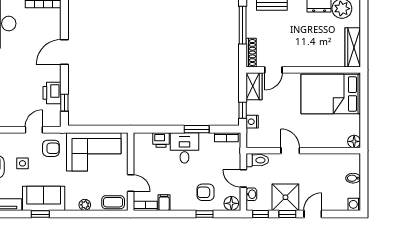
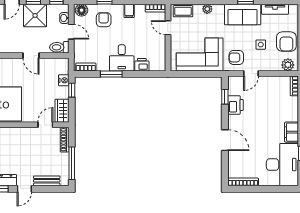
door: (64, 52) -> (225, 140), hinge flipped
armchair: (206, 192) -> (104, 20), turned -90
filing cabinet: (164, 203) -> (129, 11), moved

